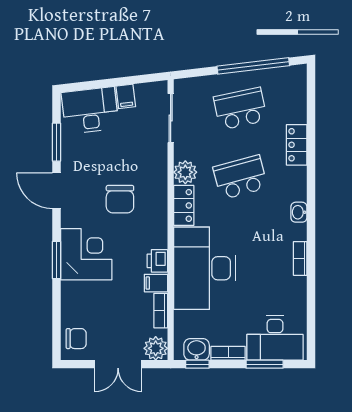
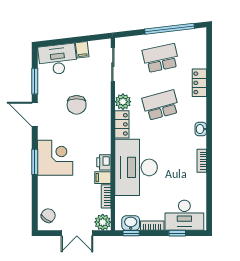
chair: (120, 199) -> (77, 105), moved
chair: (76, 339) -> (48, 216), turned -56
window: (265, 364) -> (177, 233), width x0.67

